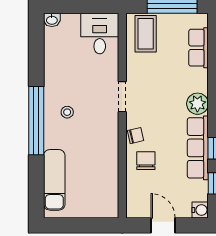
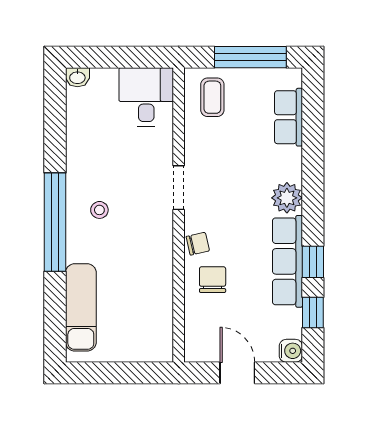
coffee table: (146, 34) -> (212, 97), width x0.73, depth x0.77

